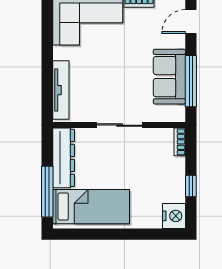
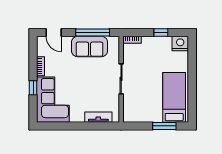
tv unit: (61, 90) -> (98, 117), width x0.71
dresser: (64, 158) -> (142, 115), removed
window: (47, 192) -> (164, 126), width x0.69

